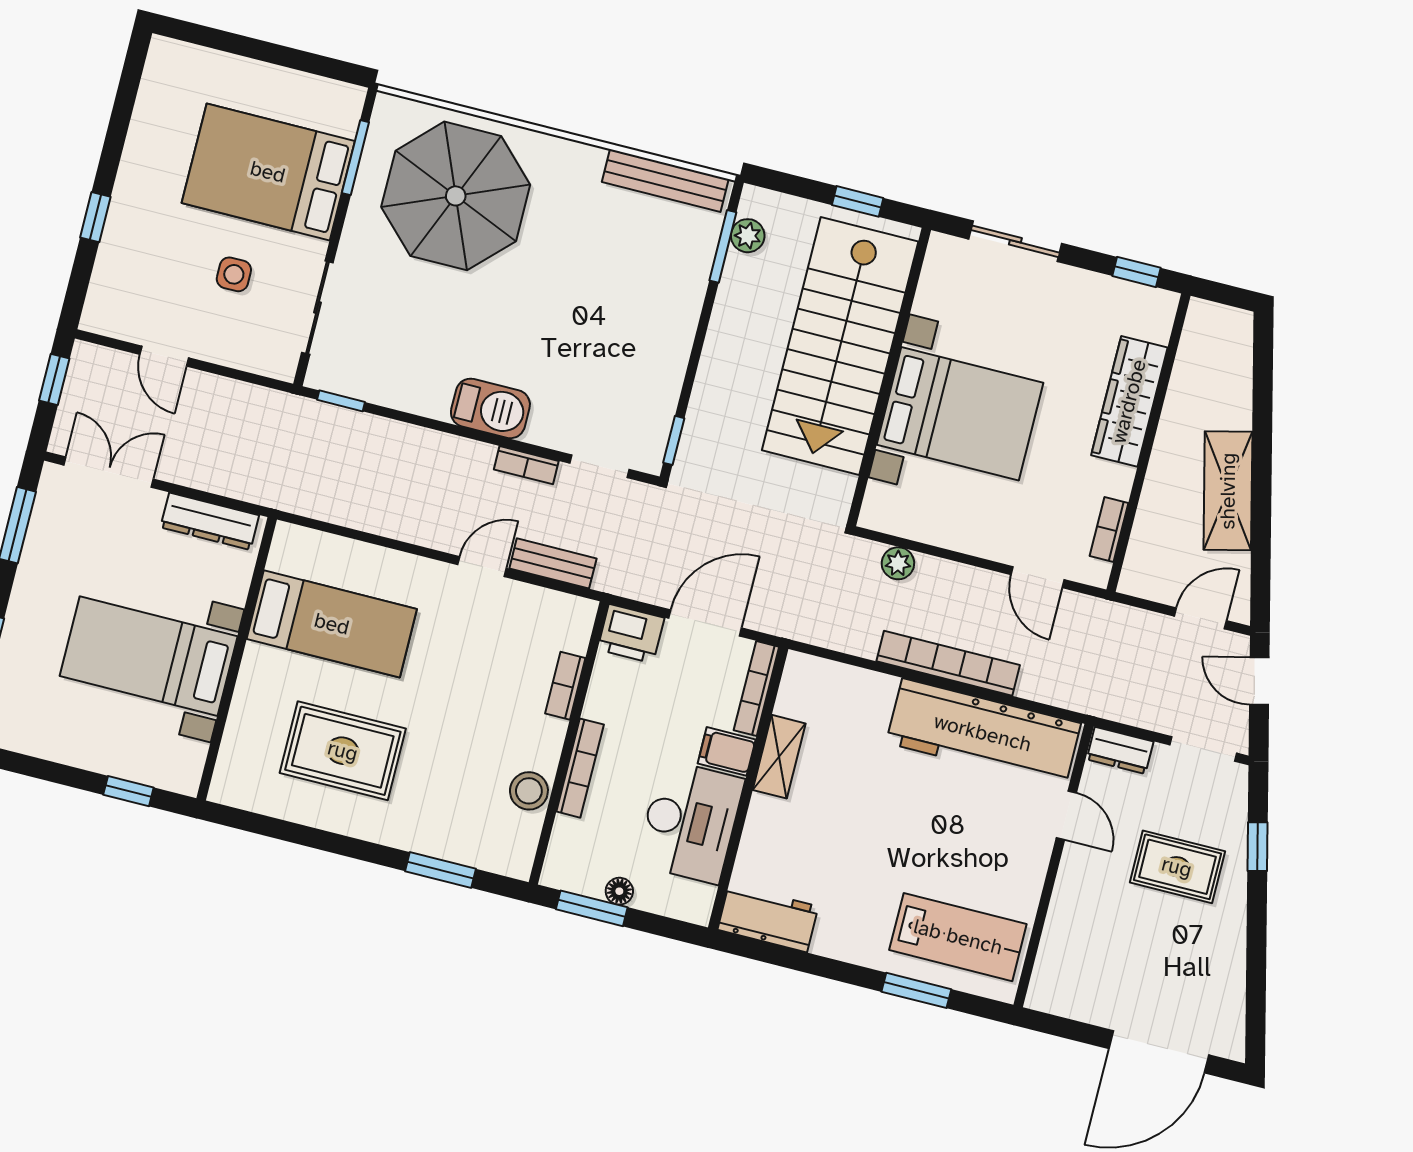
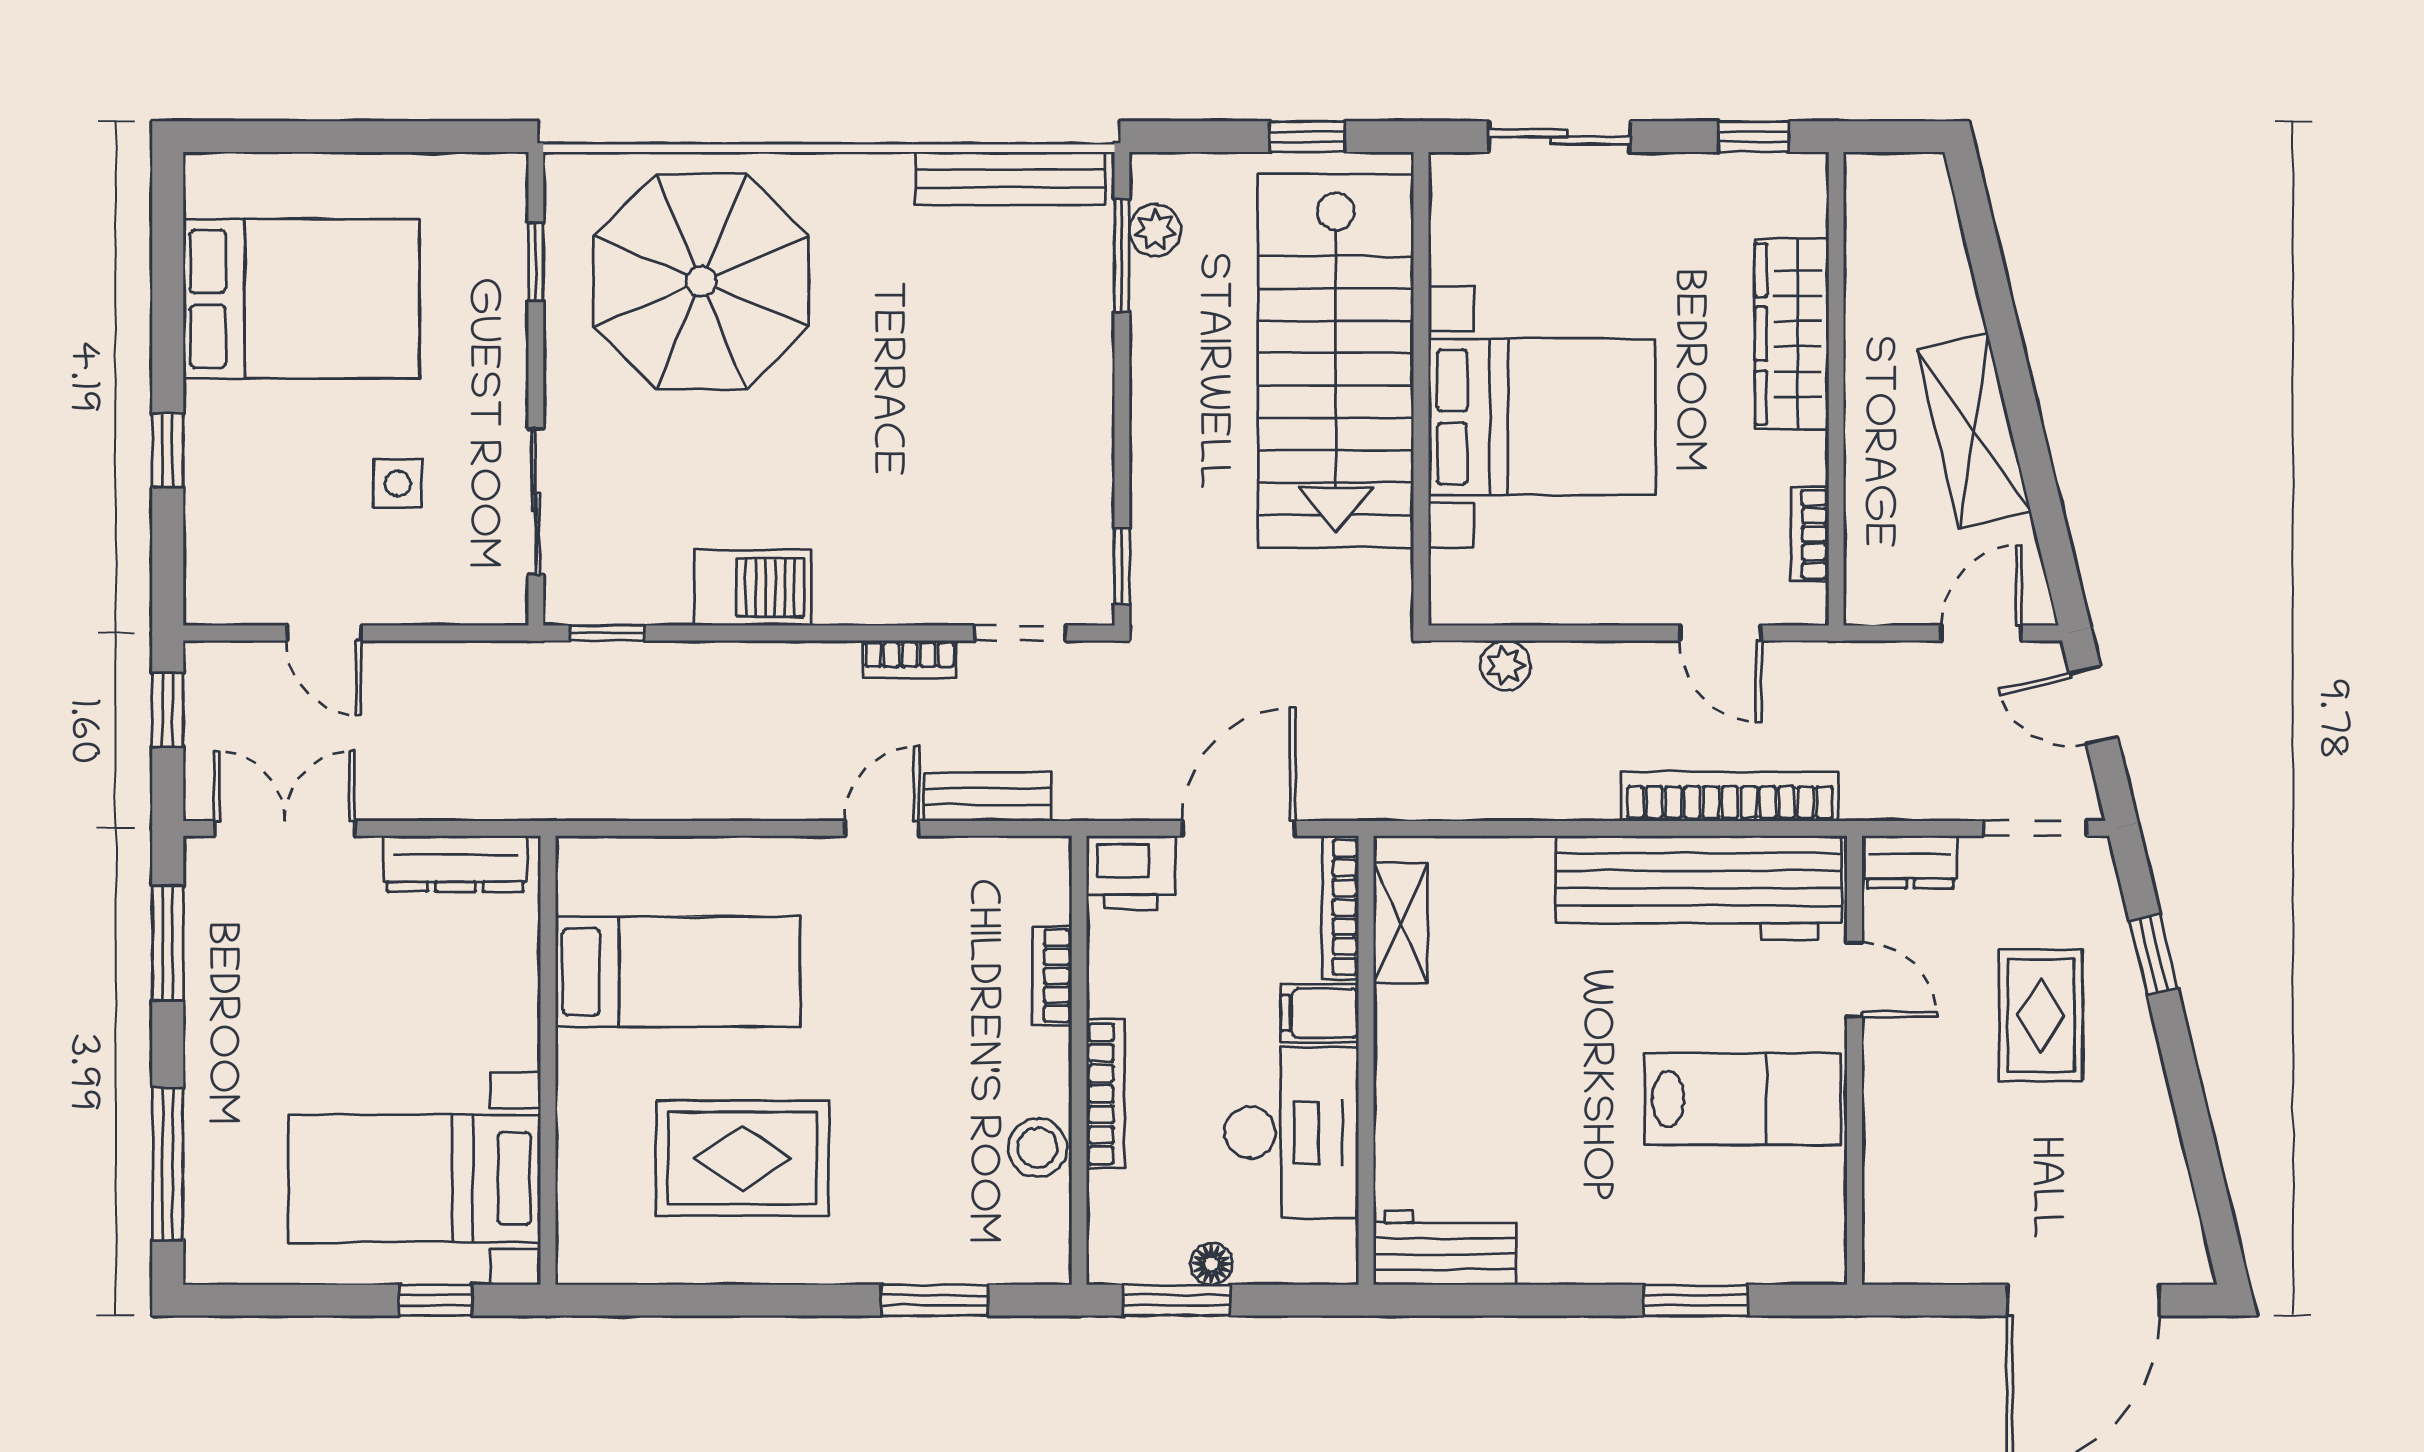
window: (355, 158) -> (536, 262), width x0.67
bed: (268, 172) -> (301, 299), moved, turned 180
barbecue: (490, 408) -> (753, 588), moved
bed with nightstands: (149, 656) -> (415, 1178), moved
bookcase: (948, 663) -> (1730, 796), moved
shelving: (779, 757) -> (1400, 923), moved
rug: (1177, 867) -> (2041, 1015), turned 90
lab bench: (958, 937) -> (1743, 1099), moved

